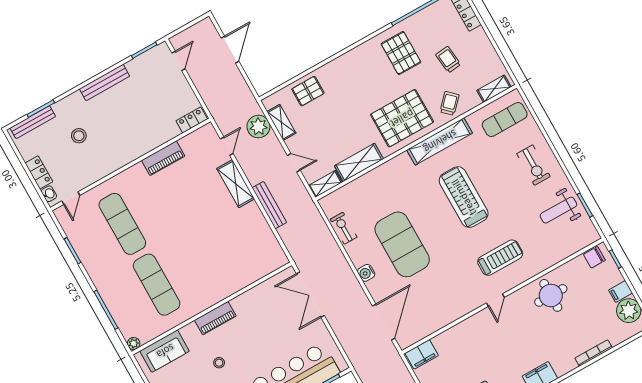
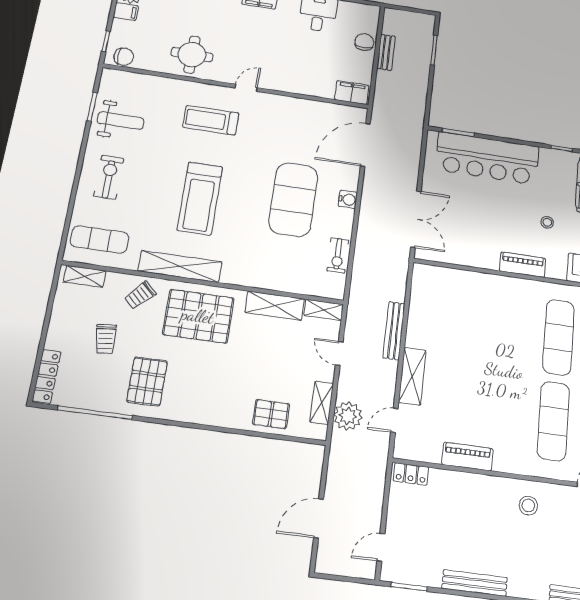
stool: (79, 136) -> (528, 505), moved

